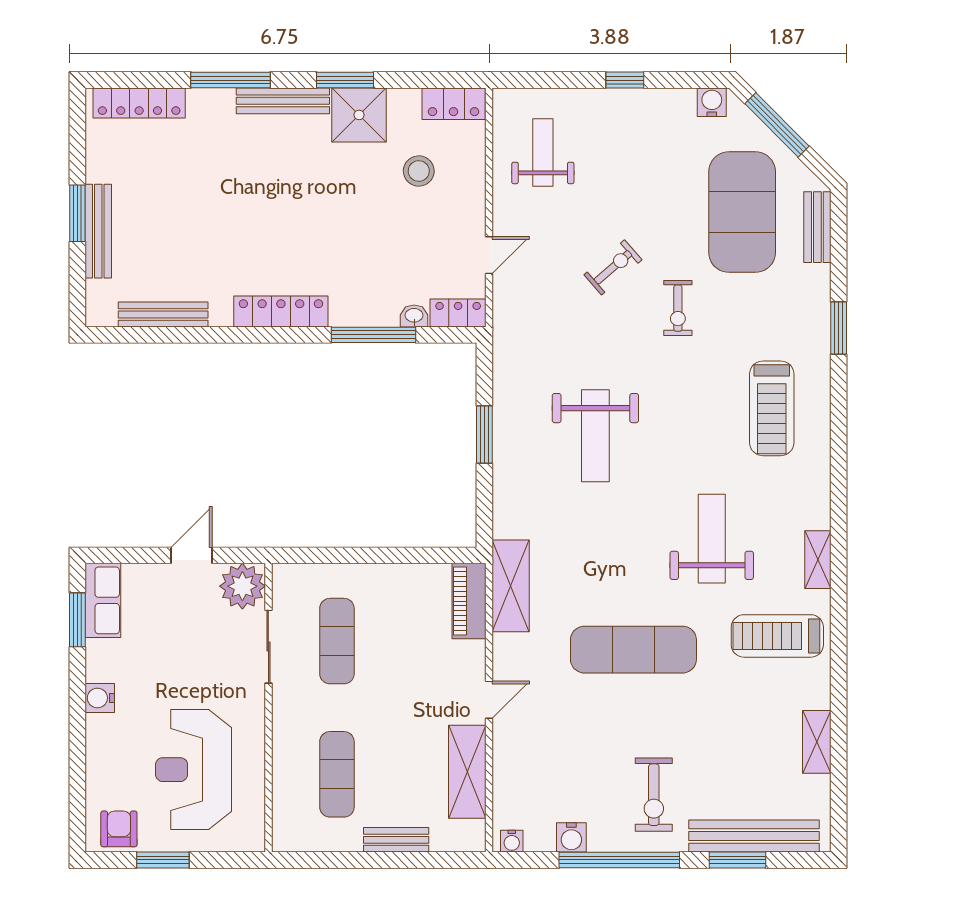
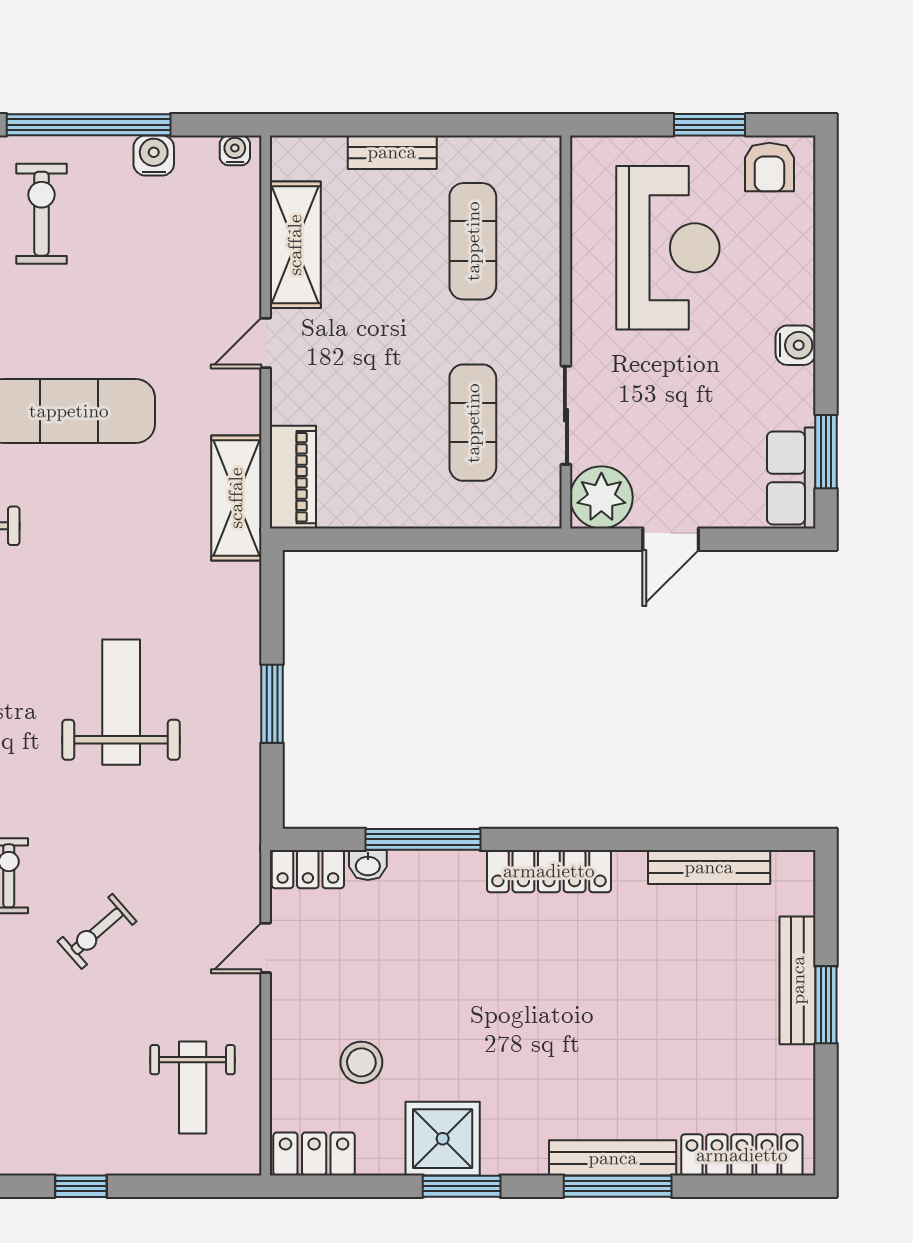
bench: (283, 101) -> (613, 1158), moved

